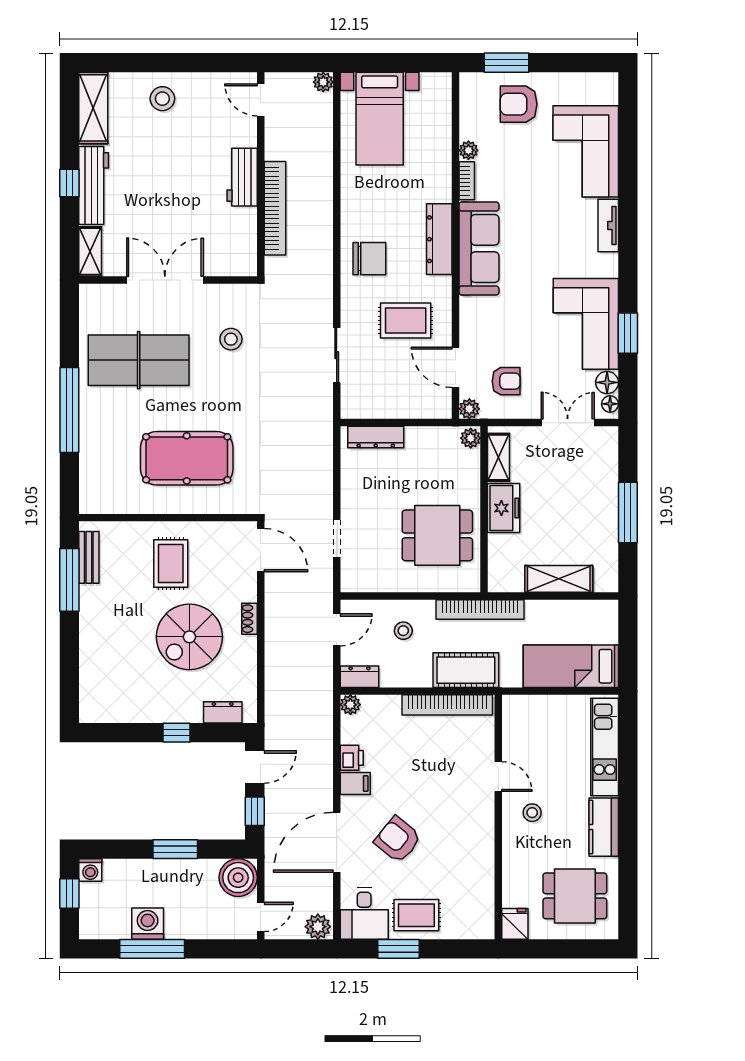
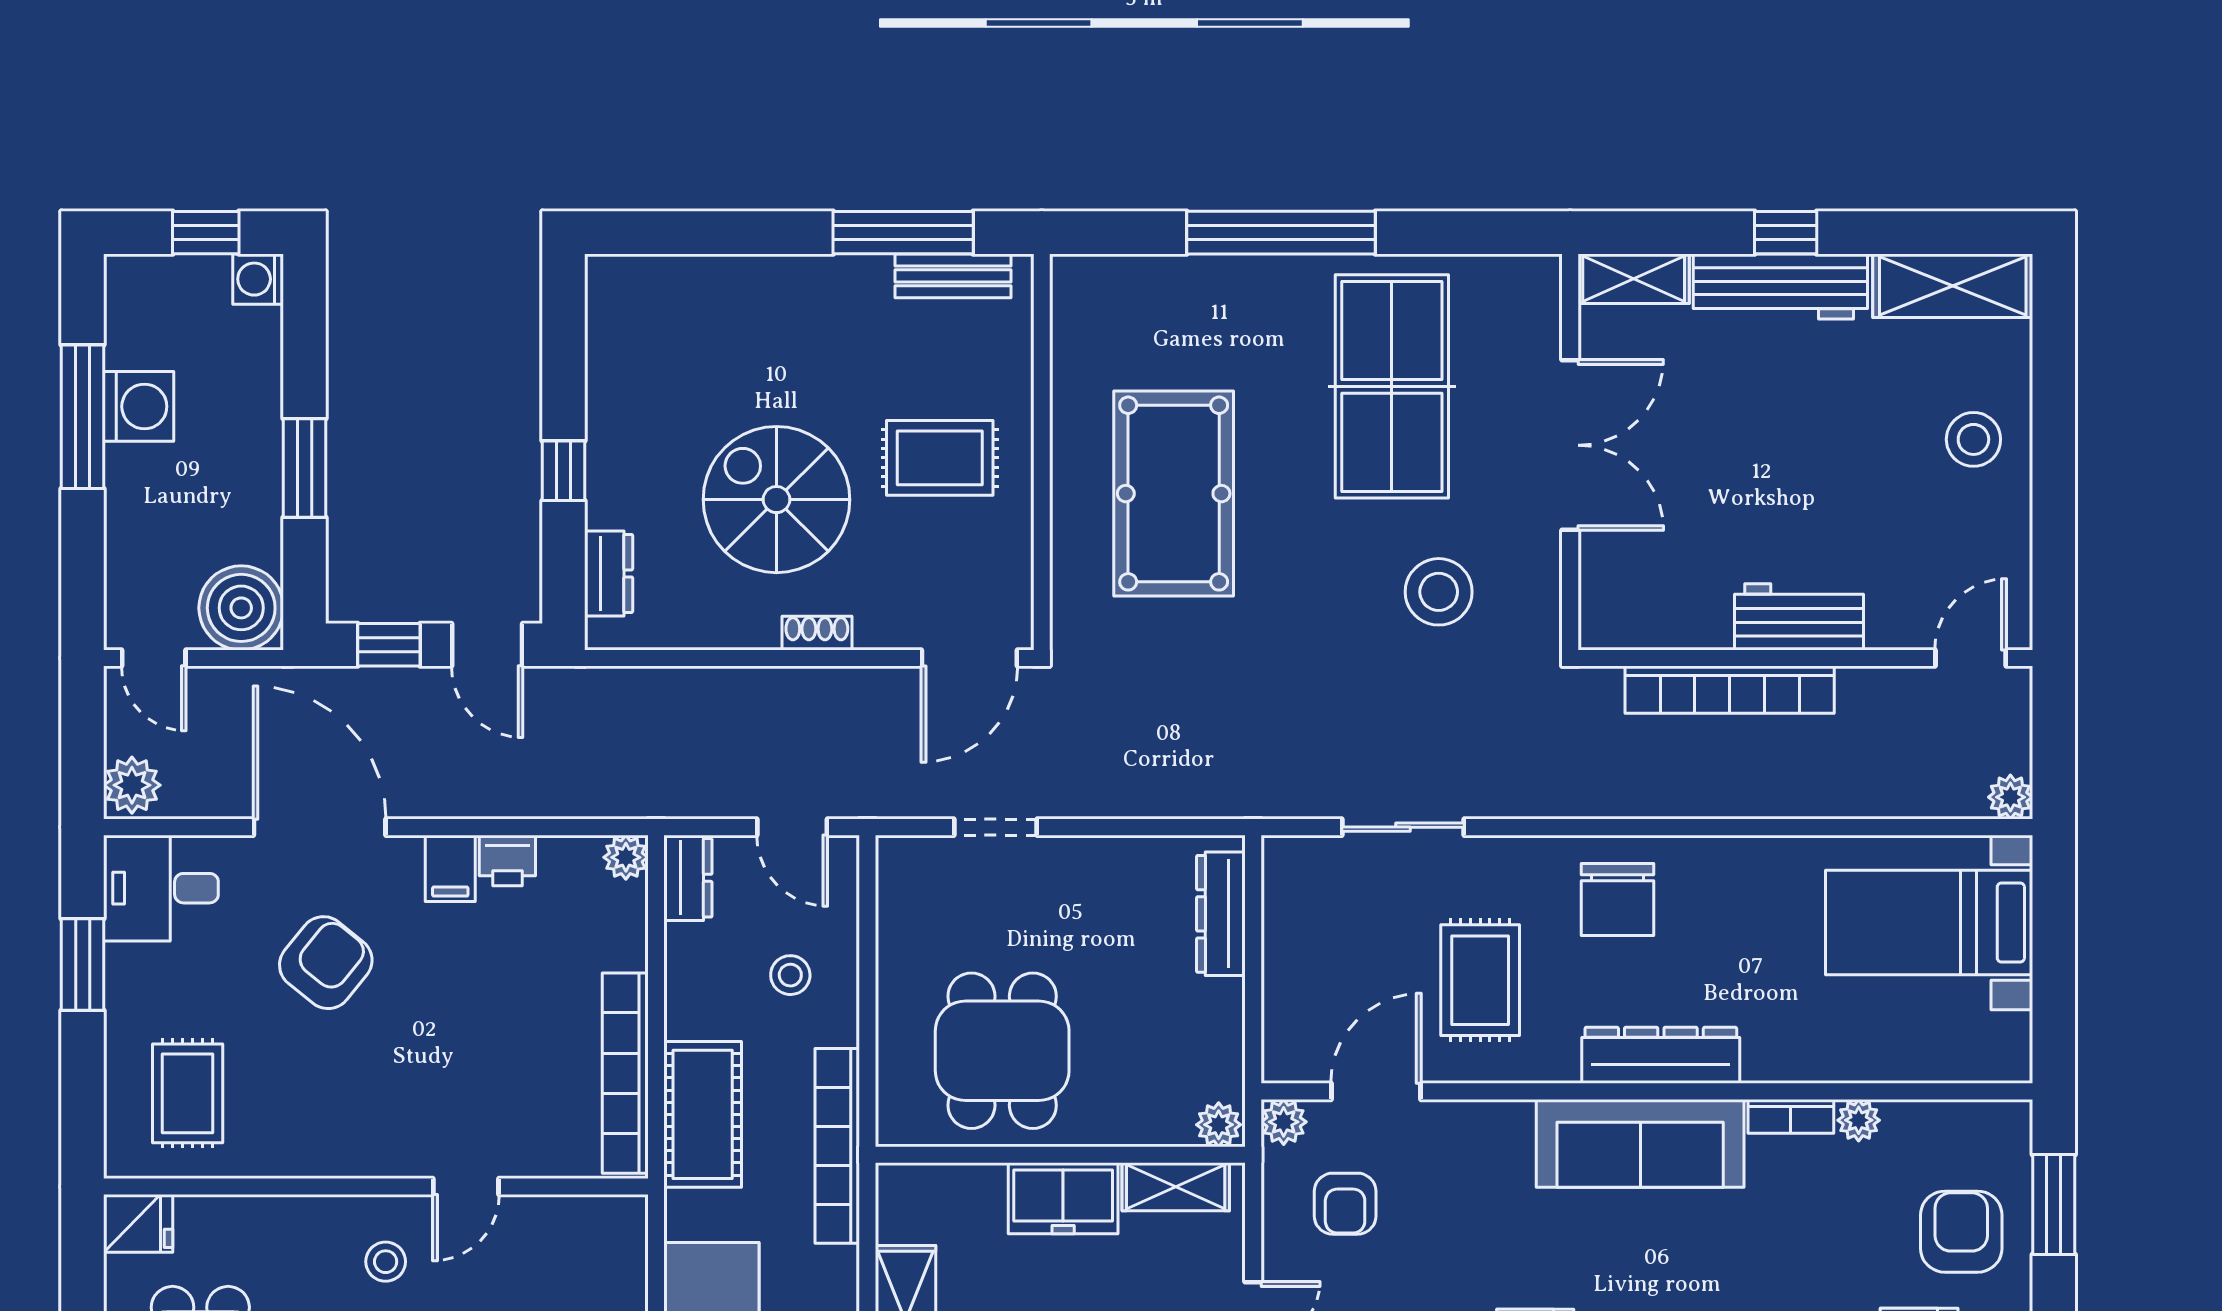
stool: (231, 339) -> (1439, 592), width x1.38, depth x1.38
rug: (416, 915) -> (188, 1093), moved

